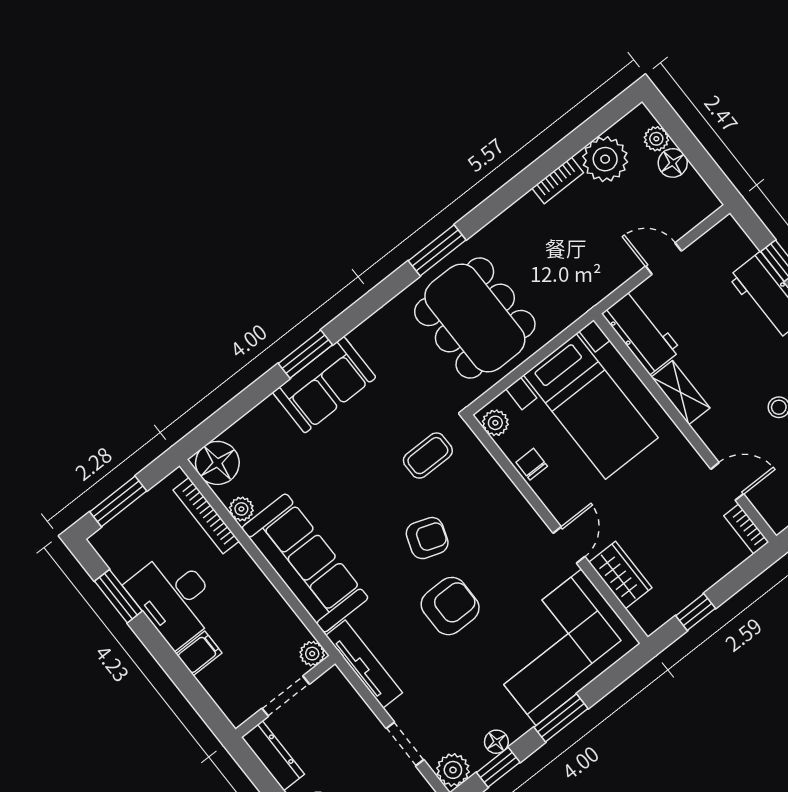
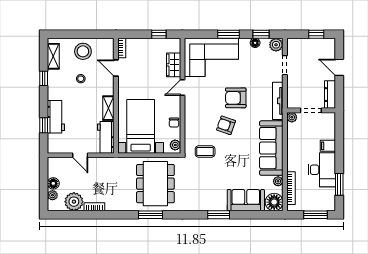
sofa: (324, 385) -> (246, 200), moved

